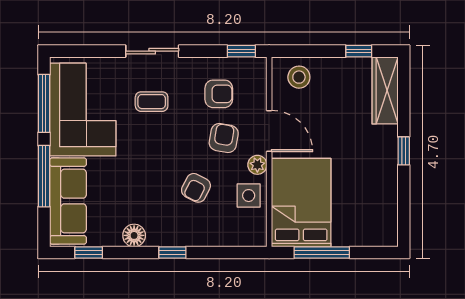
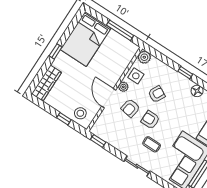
window: (359, 51) -> (64, 119), moved
armchair: (219, 94) -> (150, 120), moved
bed: (301, 203) -> (86, 39), moved
plant: (255, 234) -> (144, 57), added

